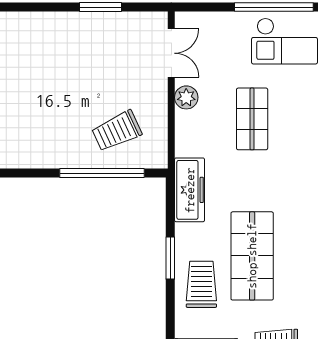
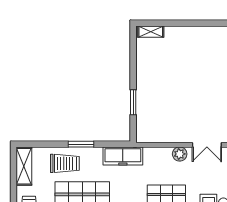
trolley: (117, 131) -> (159, 111), removed
window: (102, 173) -> (133, 102), width x0.47

